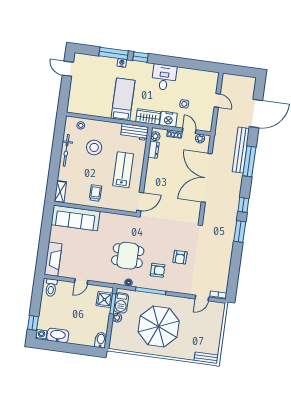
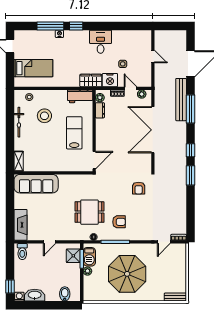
bed: (123, 99) -> (33, 68), moved, turned 90
trolley: (96, 193) -> (52, 158), removed
armchair: (180, 257) -> (139, 188), moved
bidet: (101, 340) -> (65, 294), moved

